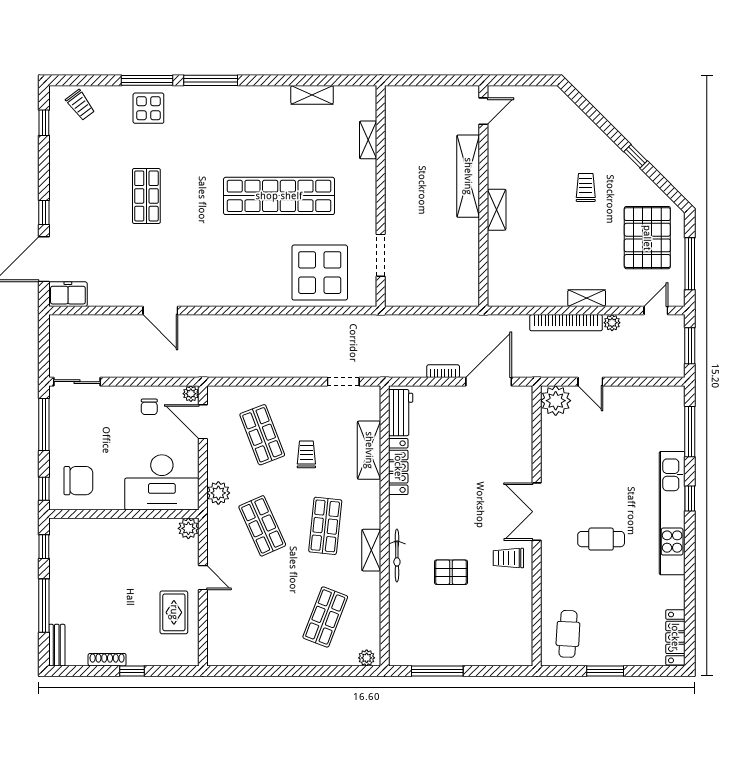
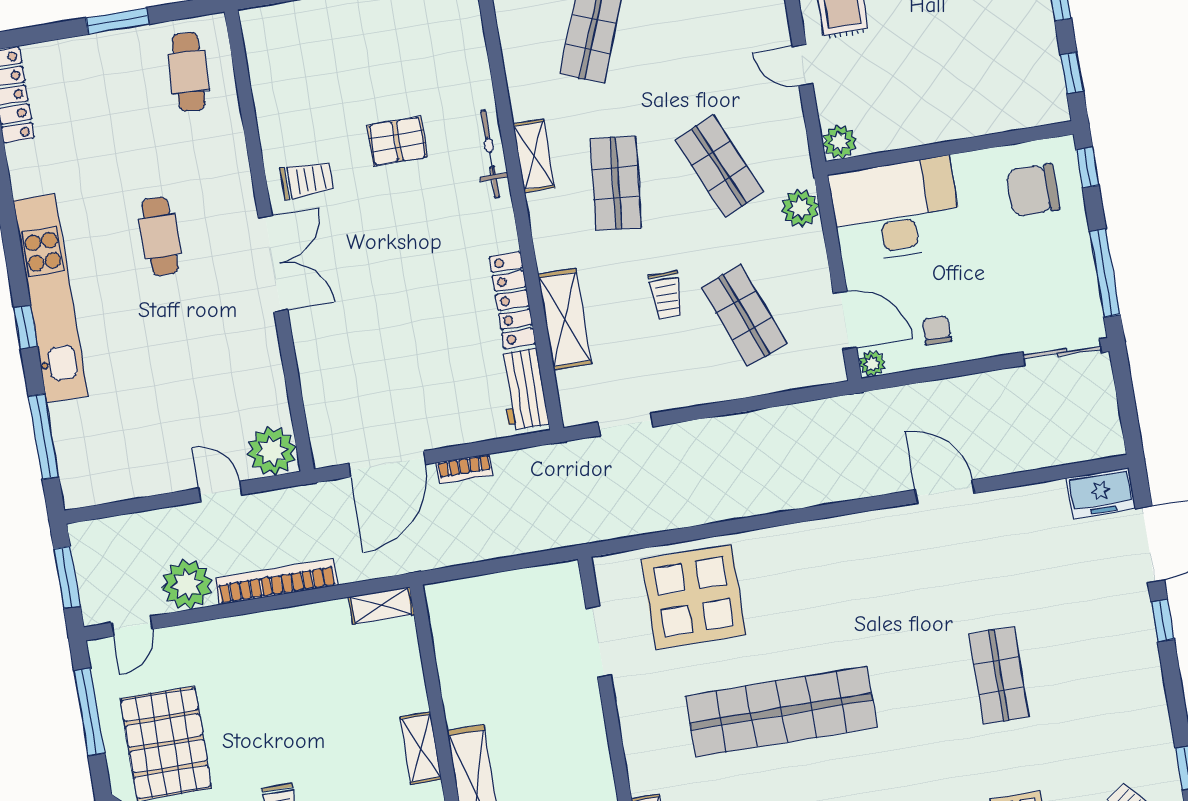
shelving: (587, 298) -> (381, 606), moved
plant: (612, 323) -> (187, 584), width x1.88, depth x1.88
cafe table: (601, 539) -> (160, 236), turned 90

